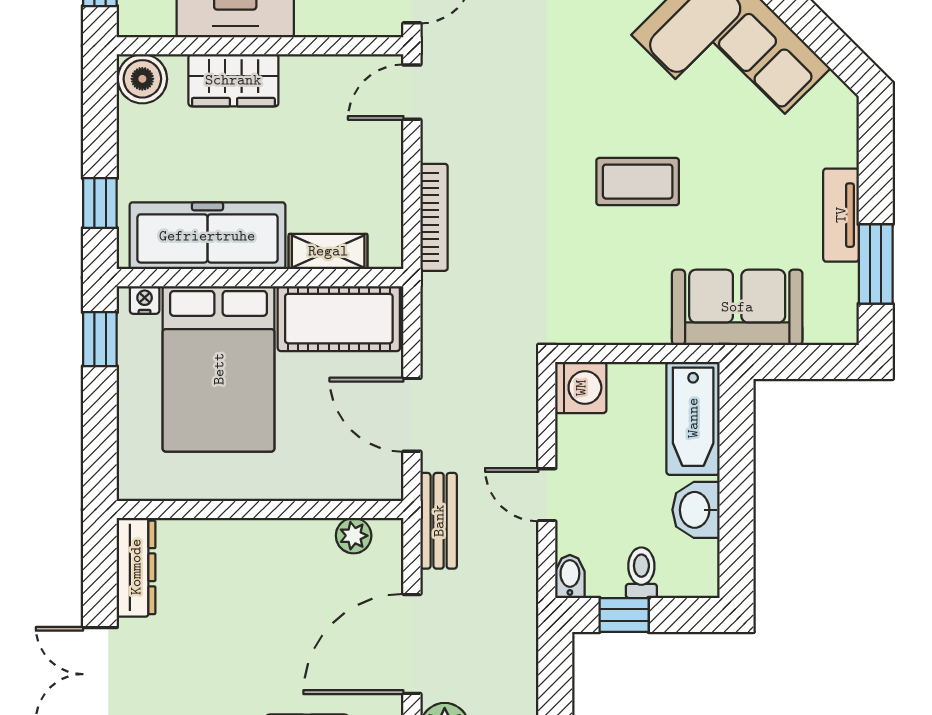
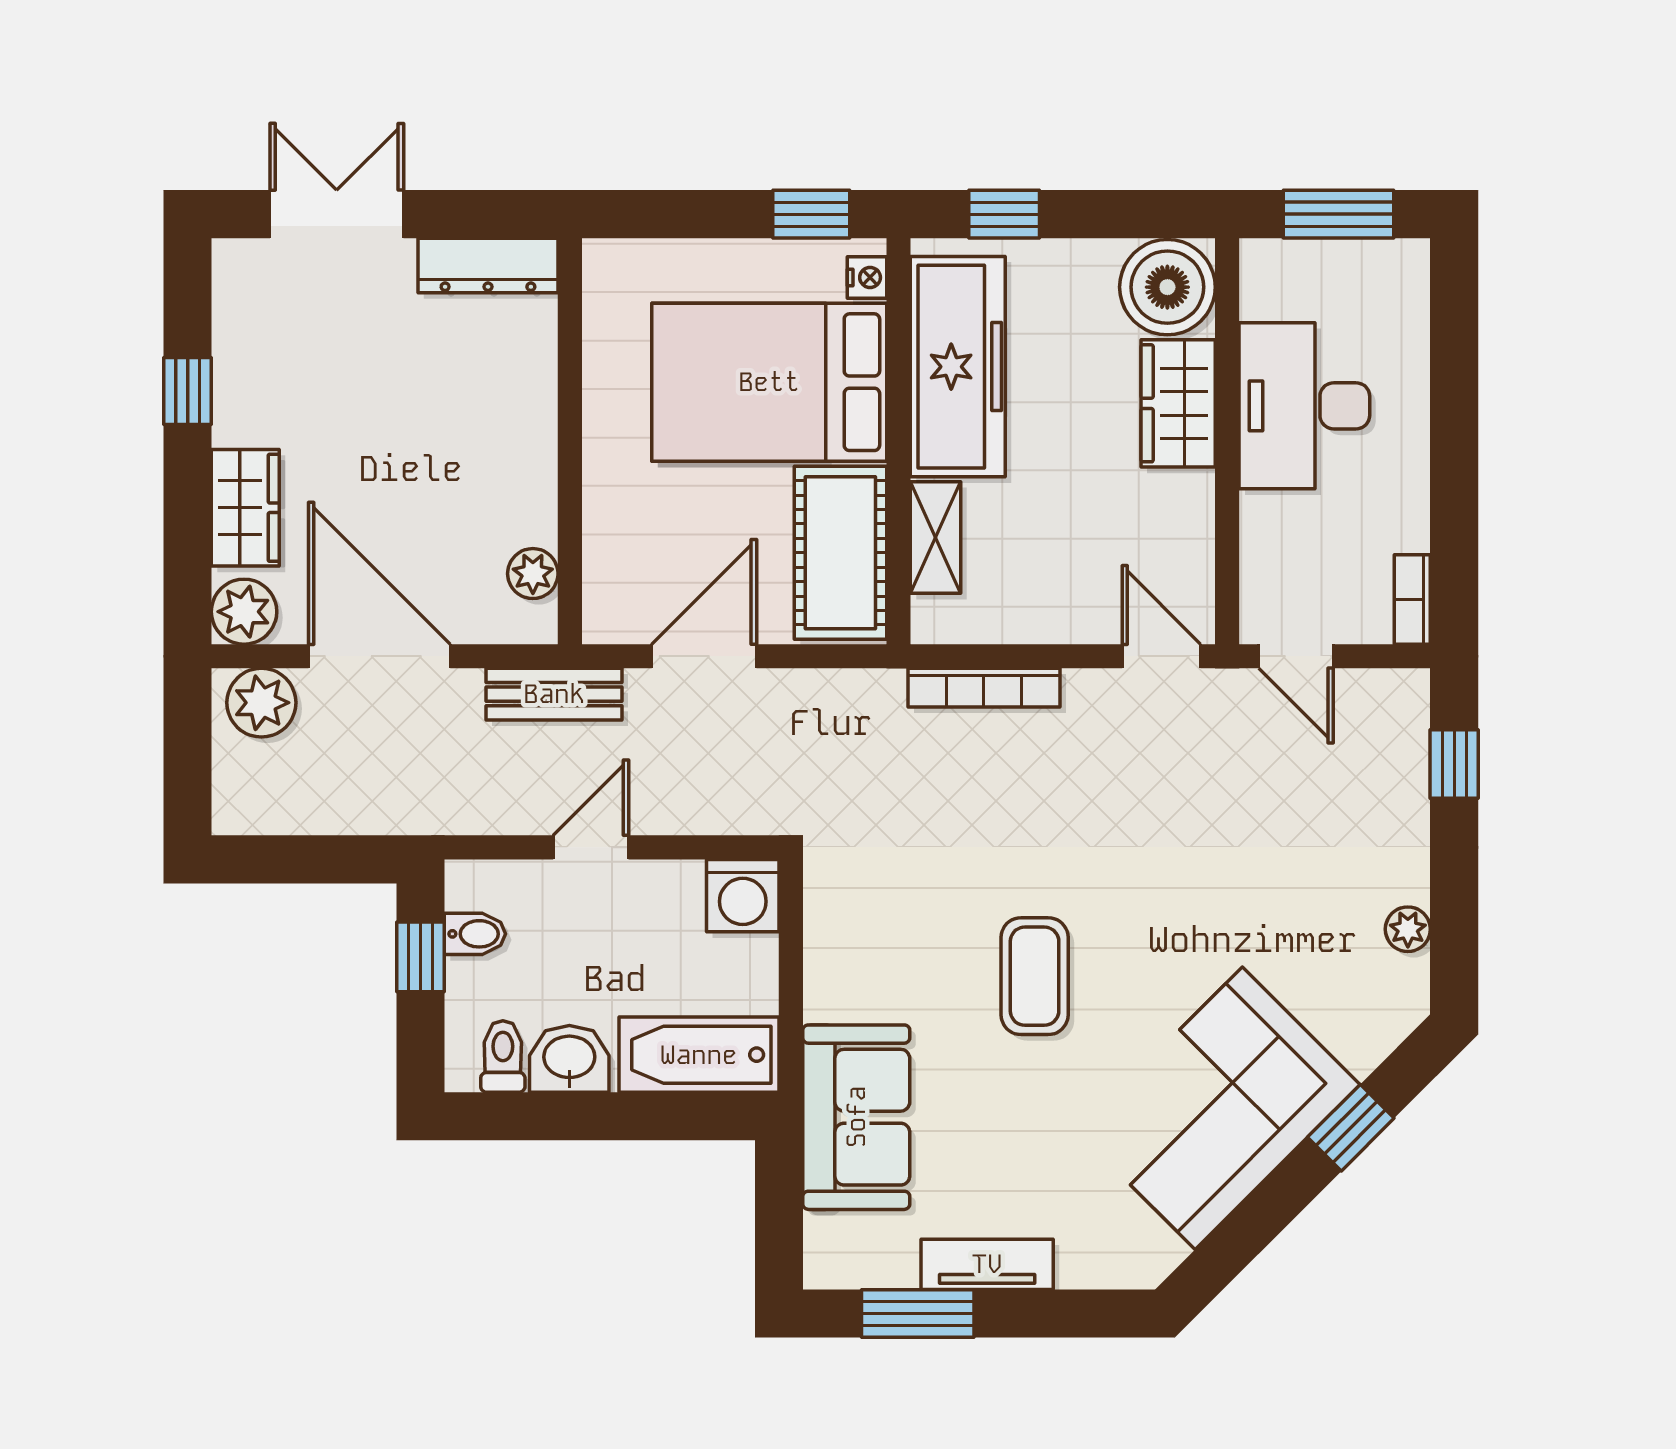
boiler: (142, 79) -> (1167, 287), width x1.37, depth x1.37
toilet: (641, 573) -> (503, 1056), moved, turned -90
bidet: (570, 577) -> (475, 934), moved

